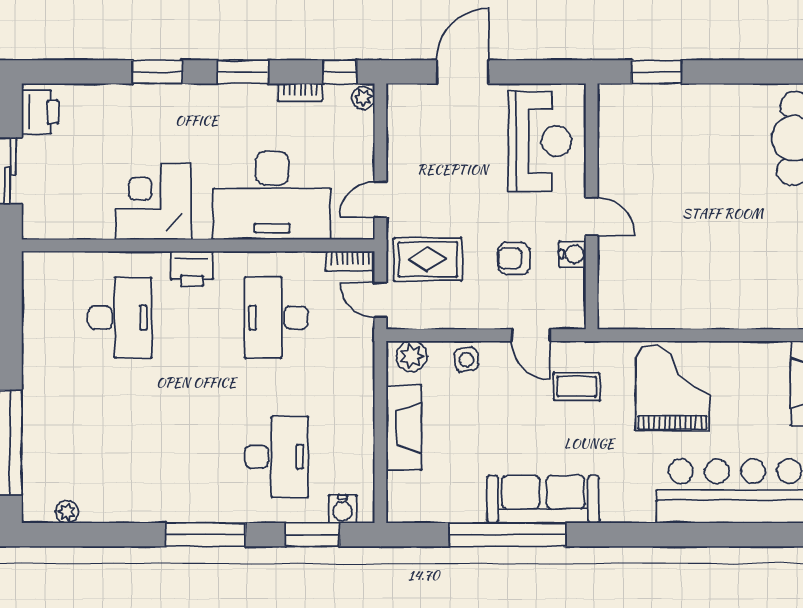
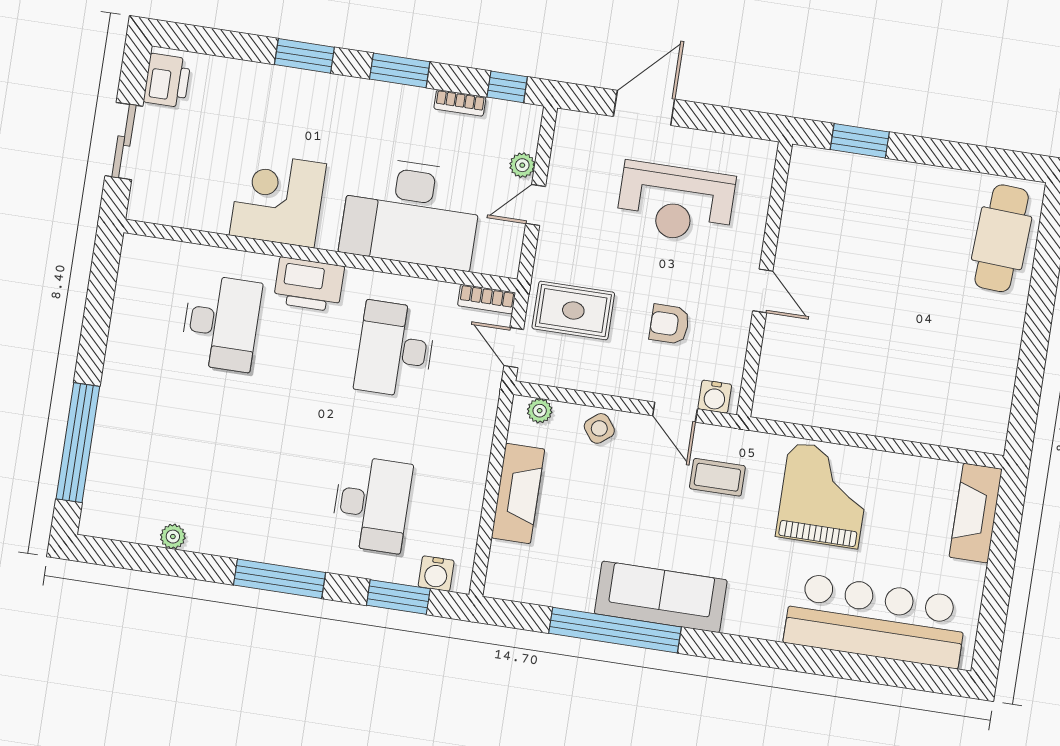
plant: (363, 98) -> (522, 165), moved
reception desk: (540, 141) -> (676, 203), moved, turned 90
door: (380, 199) -> (536, 205), moved
water cooler: (573, 254) -> (715, 397), moved, turned 90
printer: (192, 269) -> (309, 284), width x1.37, depth x1.19
plant: (412, 356) -> (540, 411), width x0.73, depth x0.73
side table: (466, 360) -> (599, 428), turned -31
plant: (67, 512) -> (173, 537), moved

